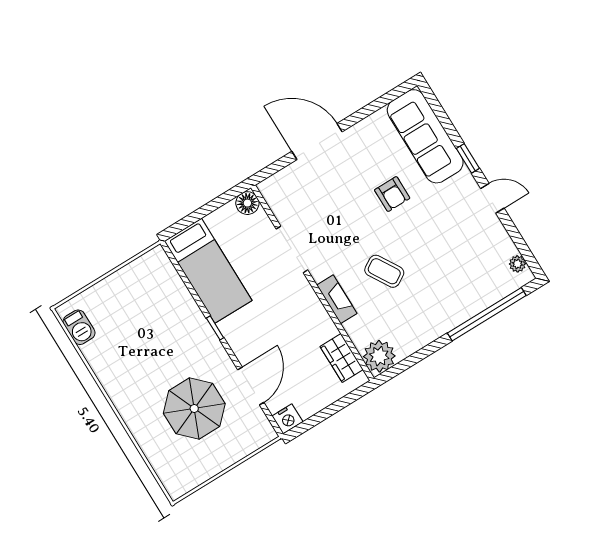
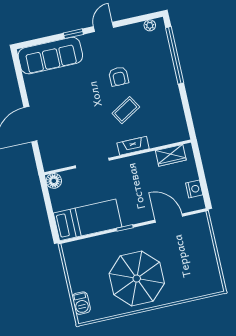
armchair: (392, 194) -> (119, 76), moved, turned 90
barbecue: (79, 327) -> (81, 303), moved, turned 90
plant: (379, 356) -> (178, 132), removed
parasol: (194, 408) -> (137, 279), moved, width x1.36, depth x1.36
nightstand: (287, 419) -> (194, 189), moved

